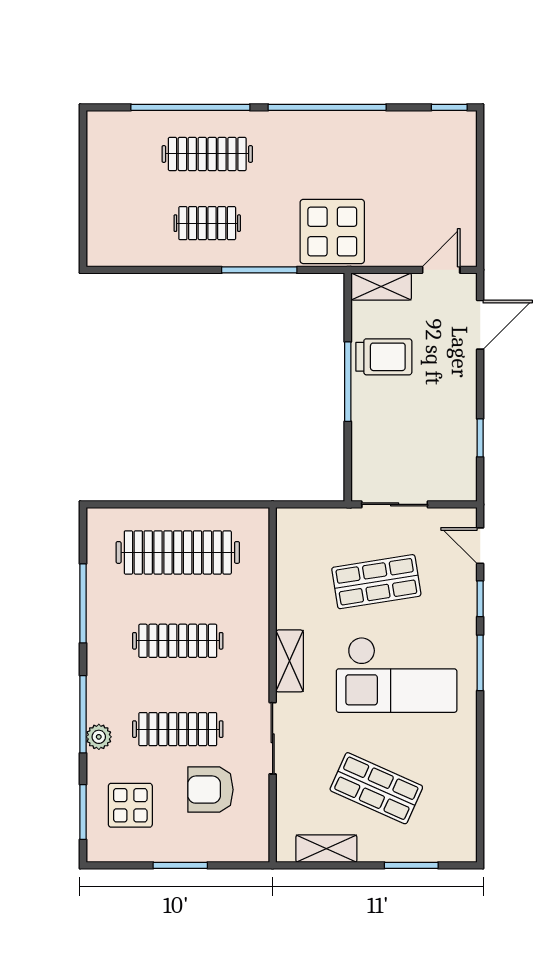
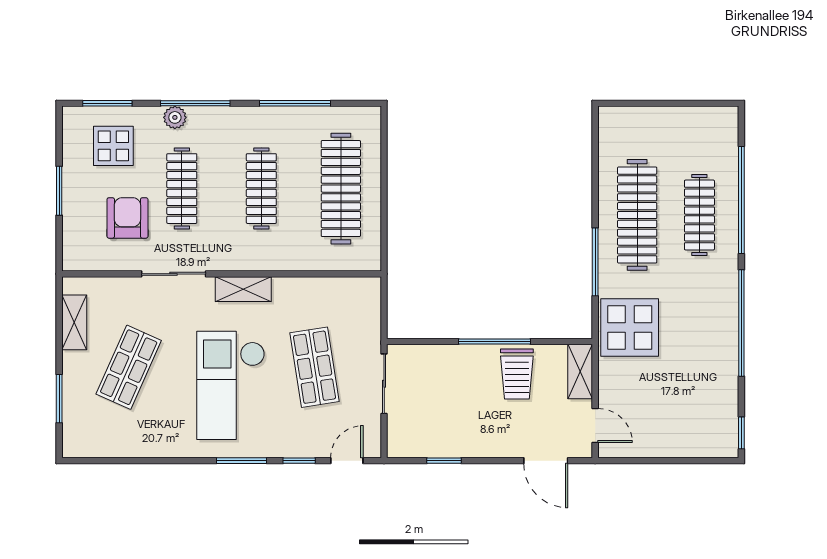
clothes rail: (207, 223) -> (637, 215), width x1.86, depth x1.31

